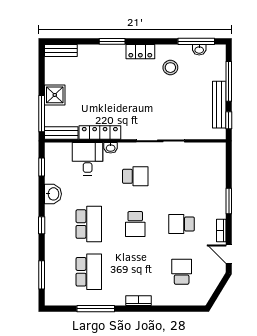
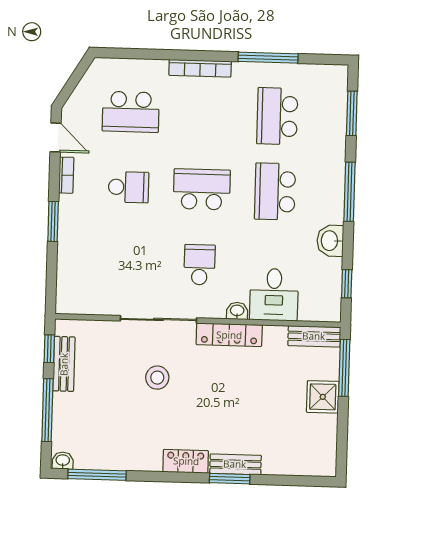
washbasin: (199, 50) -> (63, 461), moved
bench: (61, 51) -> (235, 464), moved
stool: (170, 68) -> (157, 378), moved
bench: (219, 105) -> (64, 364), width x0.73
locker: (100, 133) -> (229, 335), moved
school desk: (135, 176) -> (200, 265), turned 90
school desk: (135, 224) -> (202, 189), width x1.85
window: (42, 225) -> (349, 192), width x2.17
school desk: (182, 272) -> (131, 112), width x1.85
bookcase: (139, 301) -> (200, 68), width x1.56

